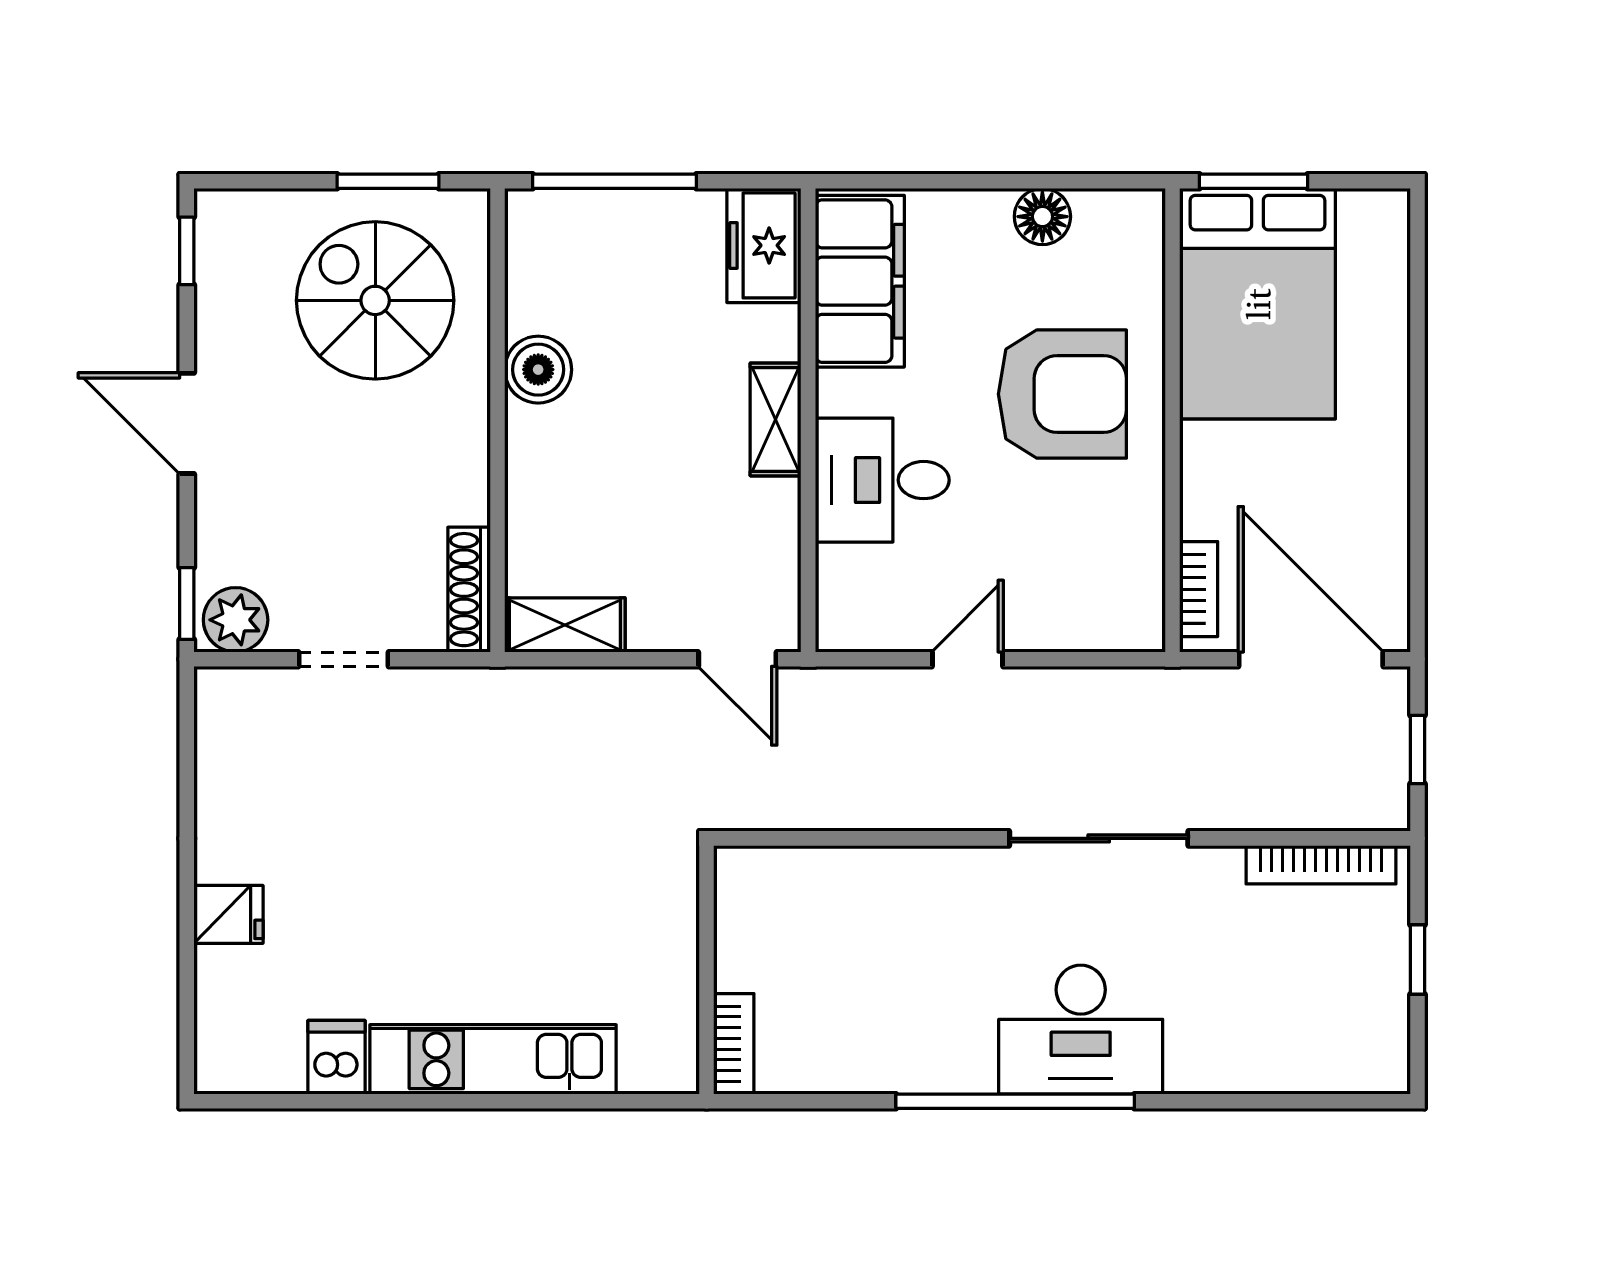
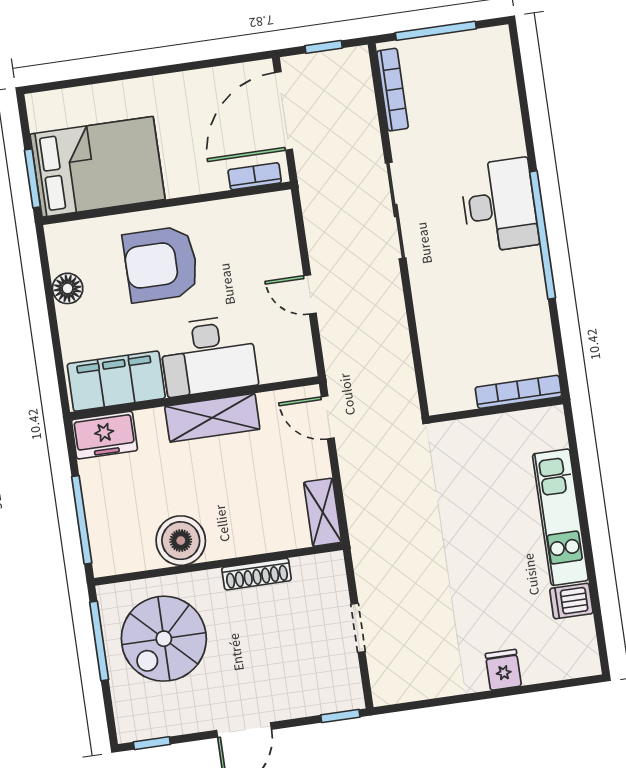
window: (388, 181) -> (99, 641), width x1.44
boiler: (538, 370) -> (181, 541), width x1.37, depth x1.37
armchair: (1062, 394) -> (161, 264), turned -90
shelving: (776, 419) -> (212, 418), width x1.50, depth x1.33
desk: (882, 480) -> (208, 356), width x1.37
shoe rack: (469, 590) -> (257, 574), moved
plant: (236, 620) -> (345, 689), removed
door: (737, 659) -> (328, 417), swing flipped
window: (1417, 960) -> (436, 31), width x2.17
bookcase: (734, 1044) -> (518, 392), width x1.56

